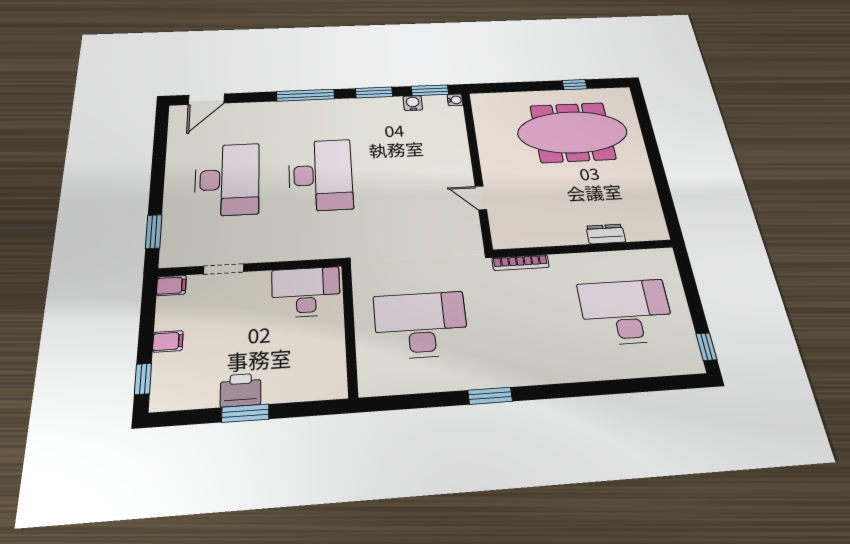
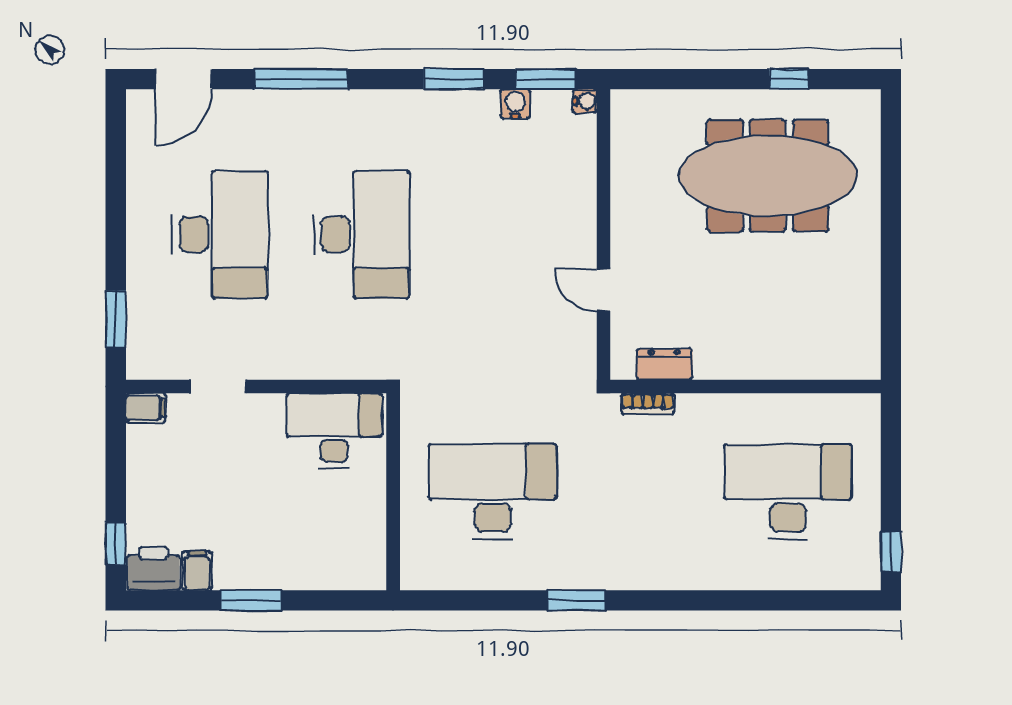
window: (305, 95) -> (301, 79), moved
dresser: (606, 234) -> (665, 364), moved
bookcase: (520, 263) -> (648, 404), width x0.64
filing cabinet: (168, 341) -> (197, 571), moved, turned -90
printer: (241, 390) -> (153, 568), moved

